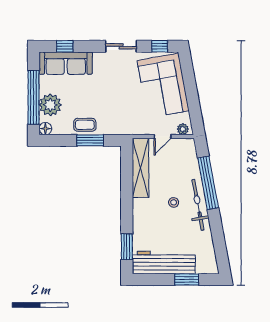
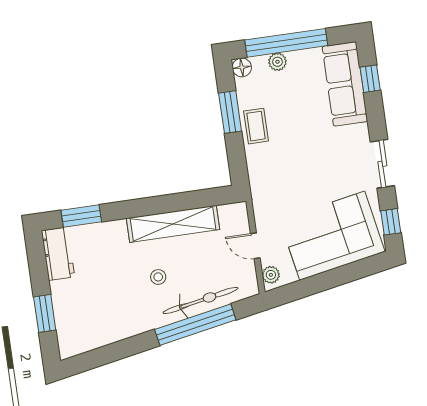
plant: (50, 105) -> (277, 62), width x0.53, depth x0.53
window: (90, 140) -> (230, 112), moved
shelving: (141, 168) -> (173, 224), moved
bicycle: (198, 205) -> (200, 300), moved
workbench: (164, 263) -> (58, 254), width x0.53, depth x0.76

